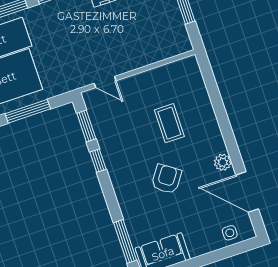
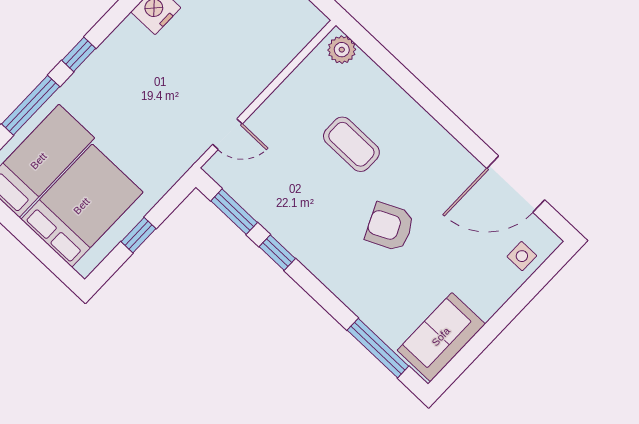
window: (28, 111) -> (139, 235), width x0.46
plant: (223, 162) -> (342, 50), moved
armchair: (166, 179) -> (390, 227), turned -60

